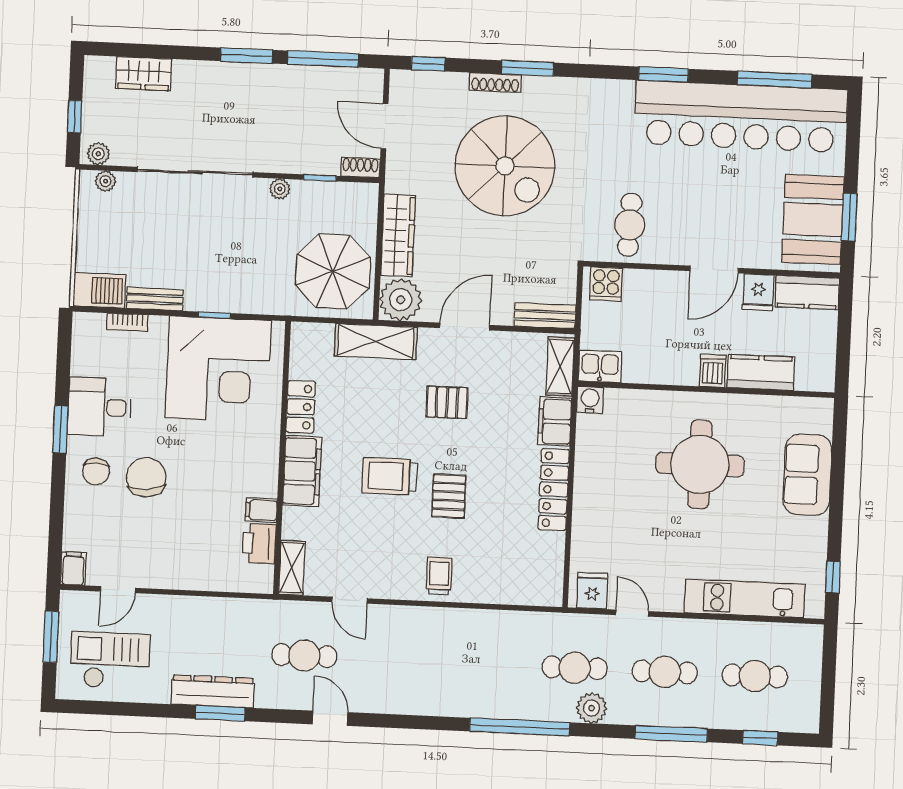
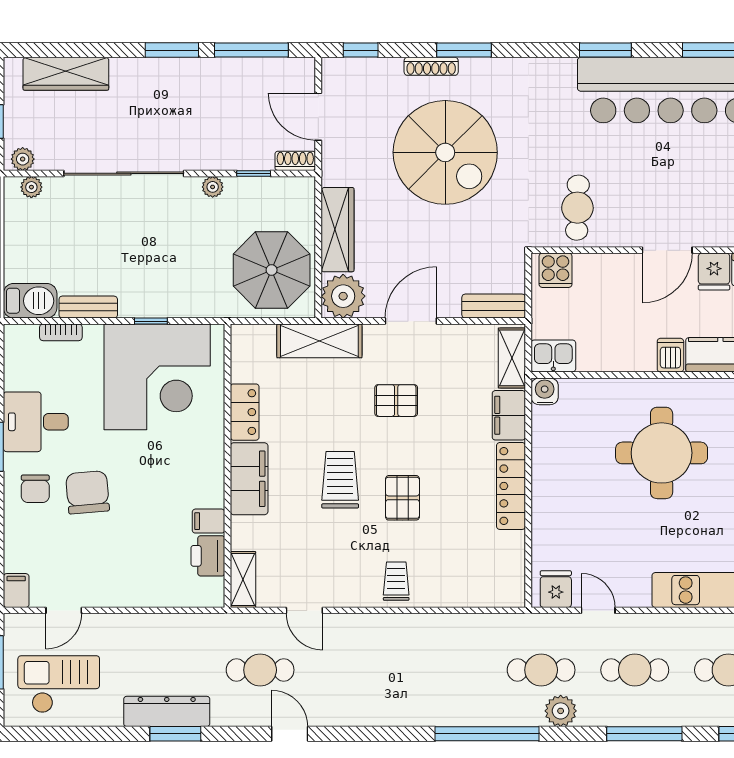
wardrobe: (144, 74) -> (66, 74), width x1.50
trolley: (390, 476) -> (340, 480), turned 90

